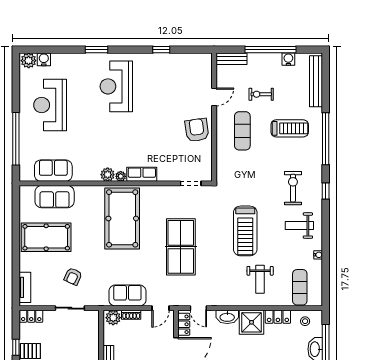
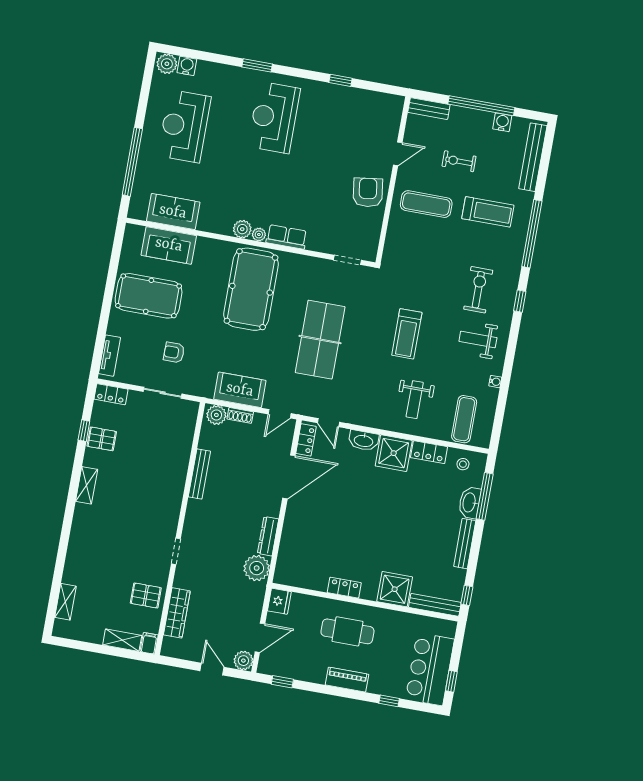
exercise mat: (242, 131) -> (426, 204), turned 90
treadmill: (245, 231) -> (407, 334), width x0.73, depth x0.73
armchair: (73, 276) -> (174, 352), turned 66

